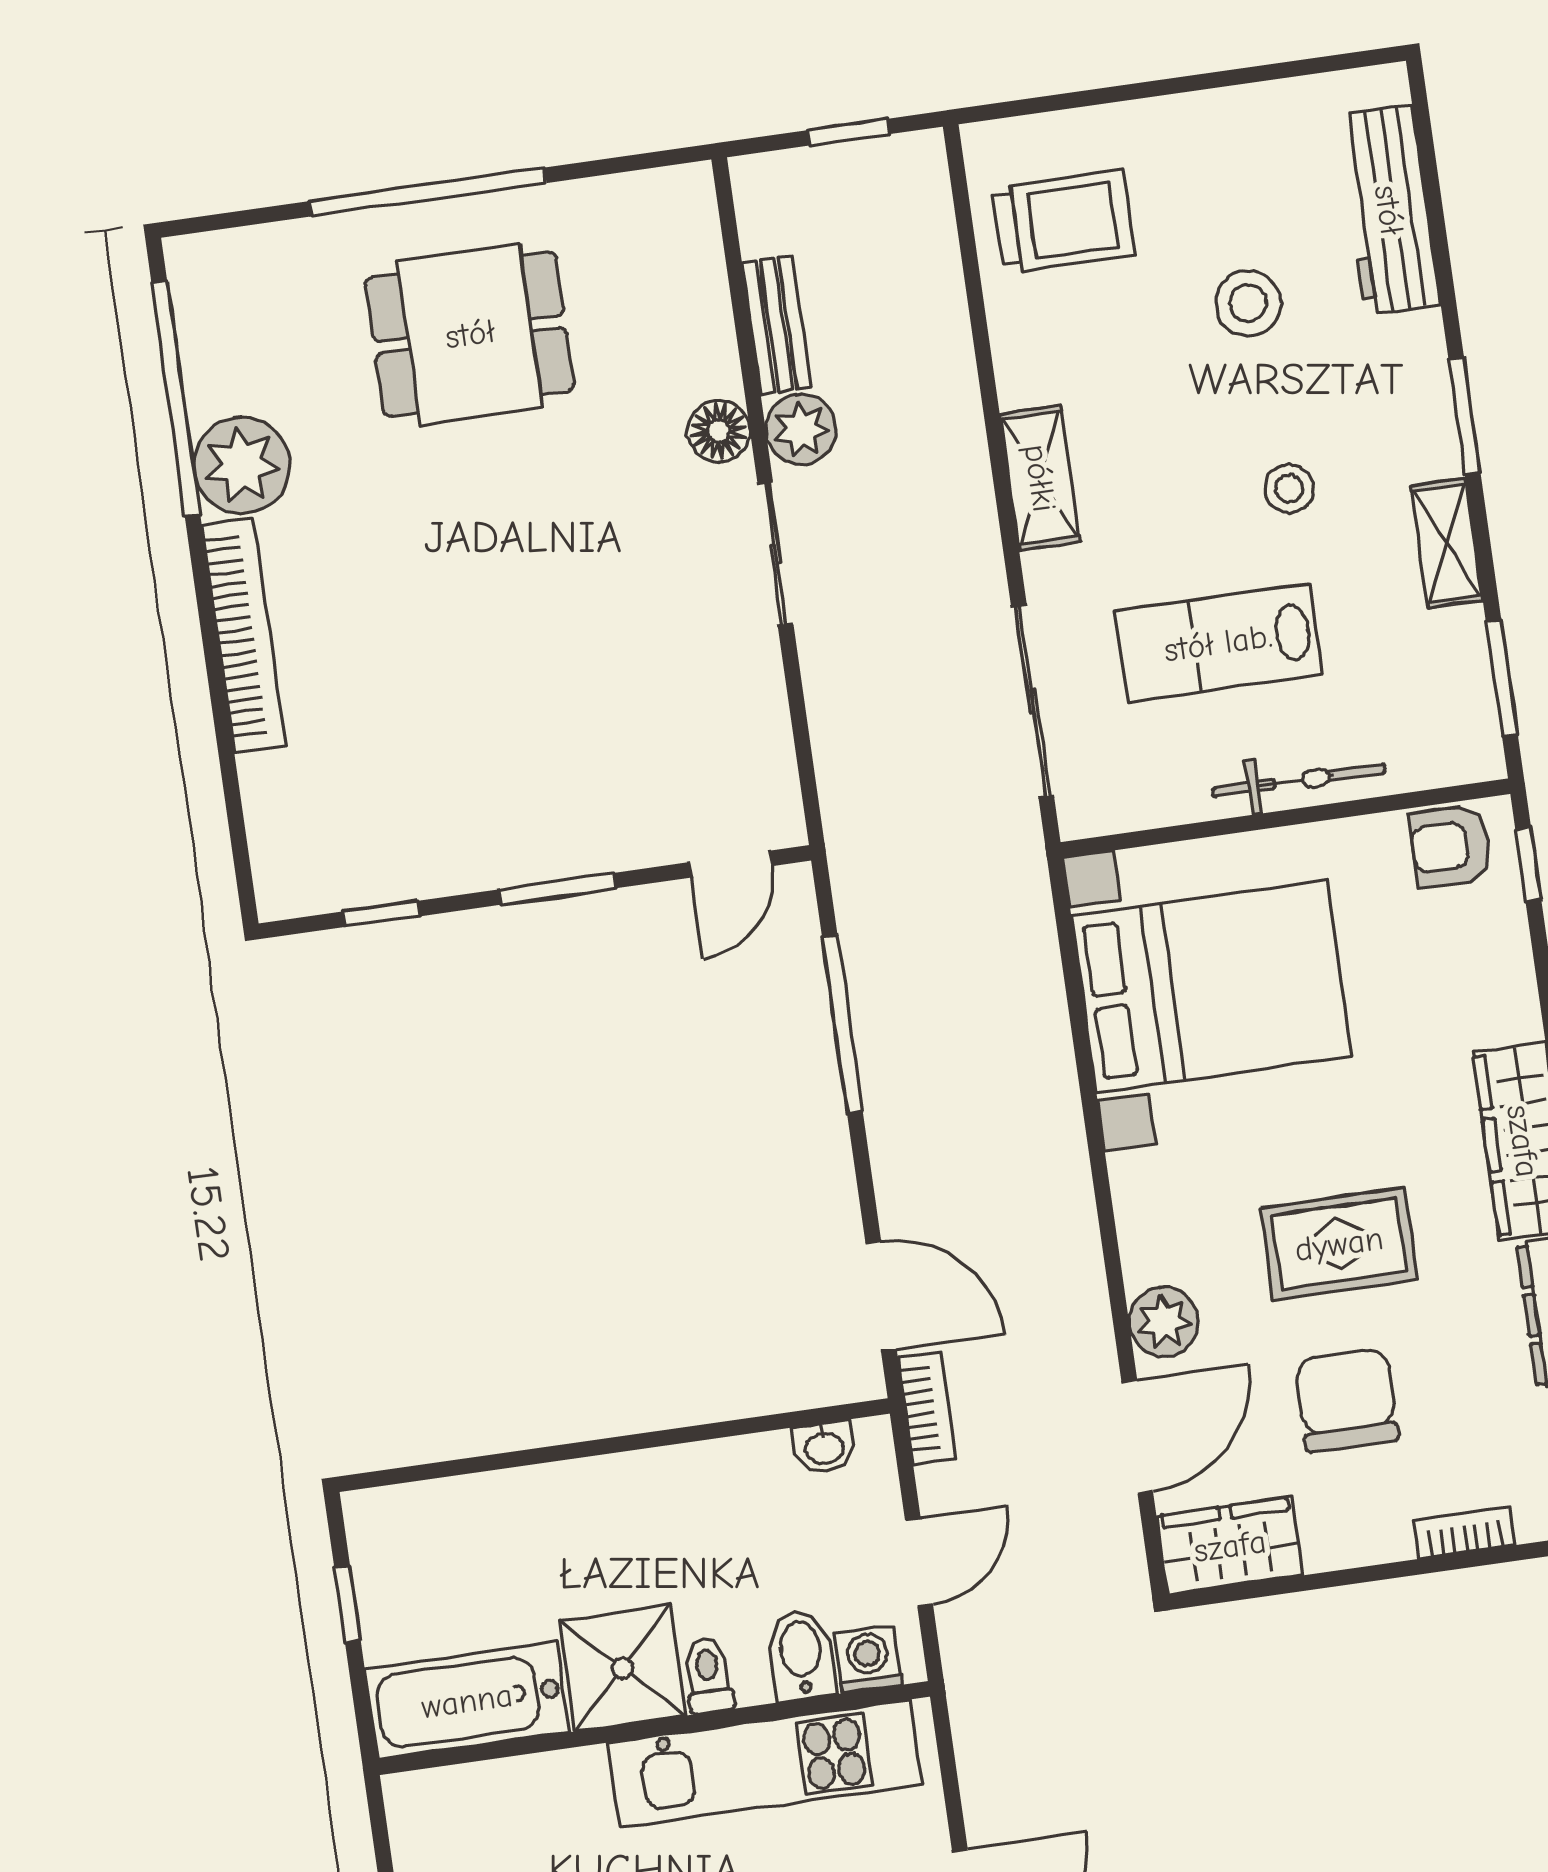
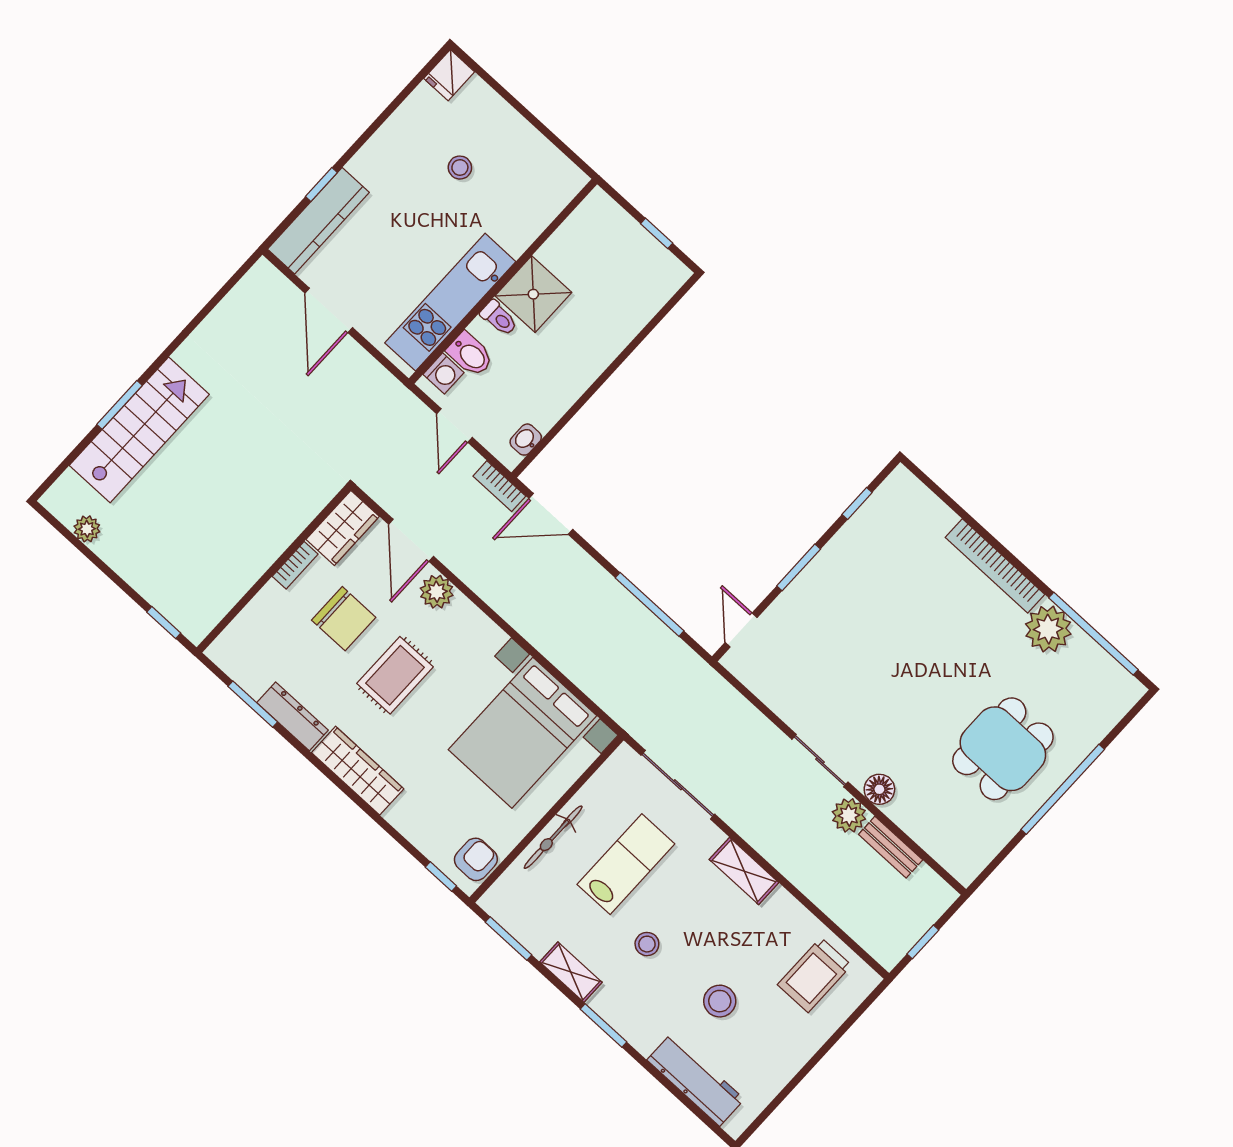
bookcase: (1465, 1533) -> (295, 565), moved
bathtub: (467, 1701) -> (582, 234), removed

